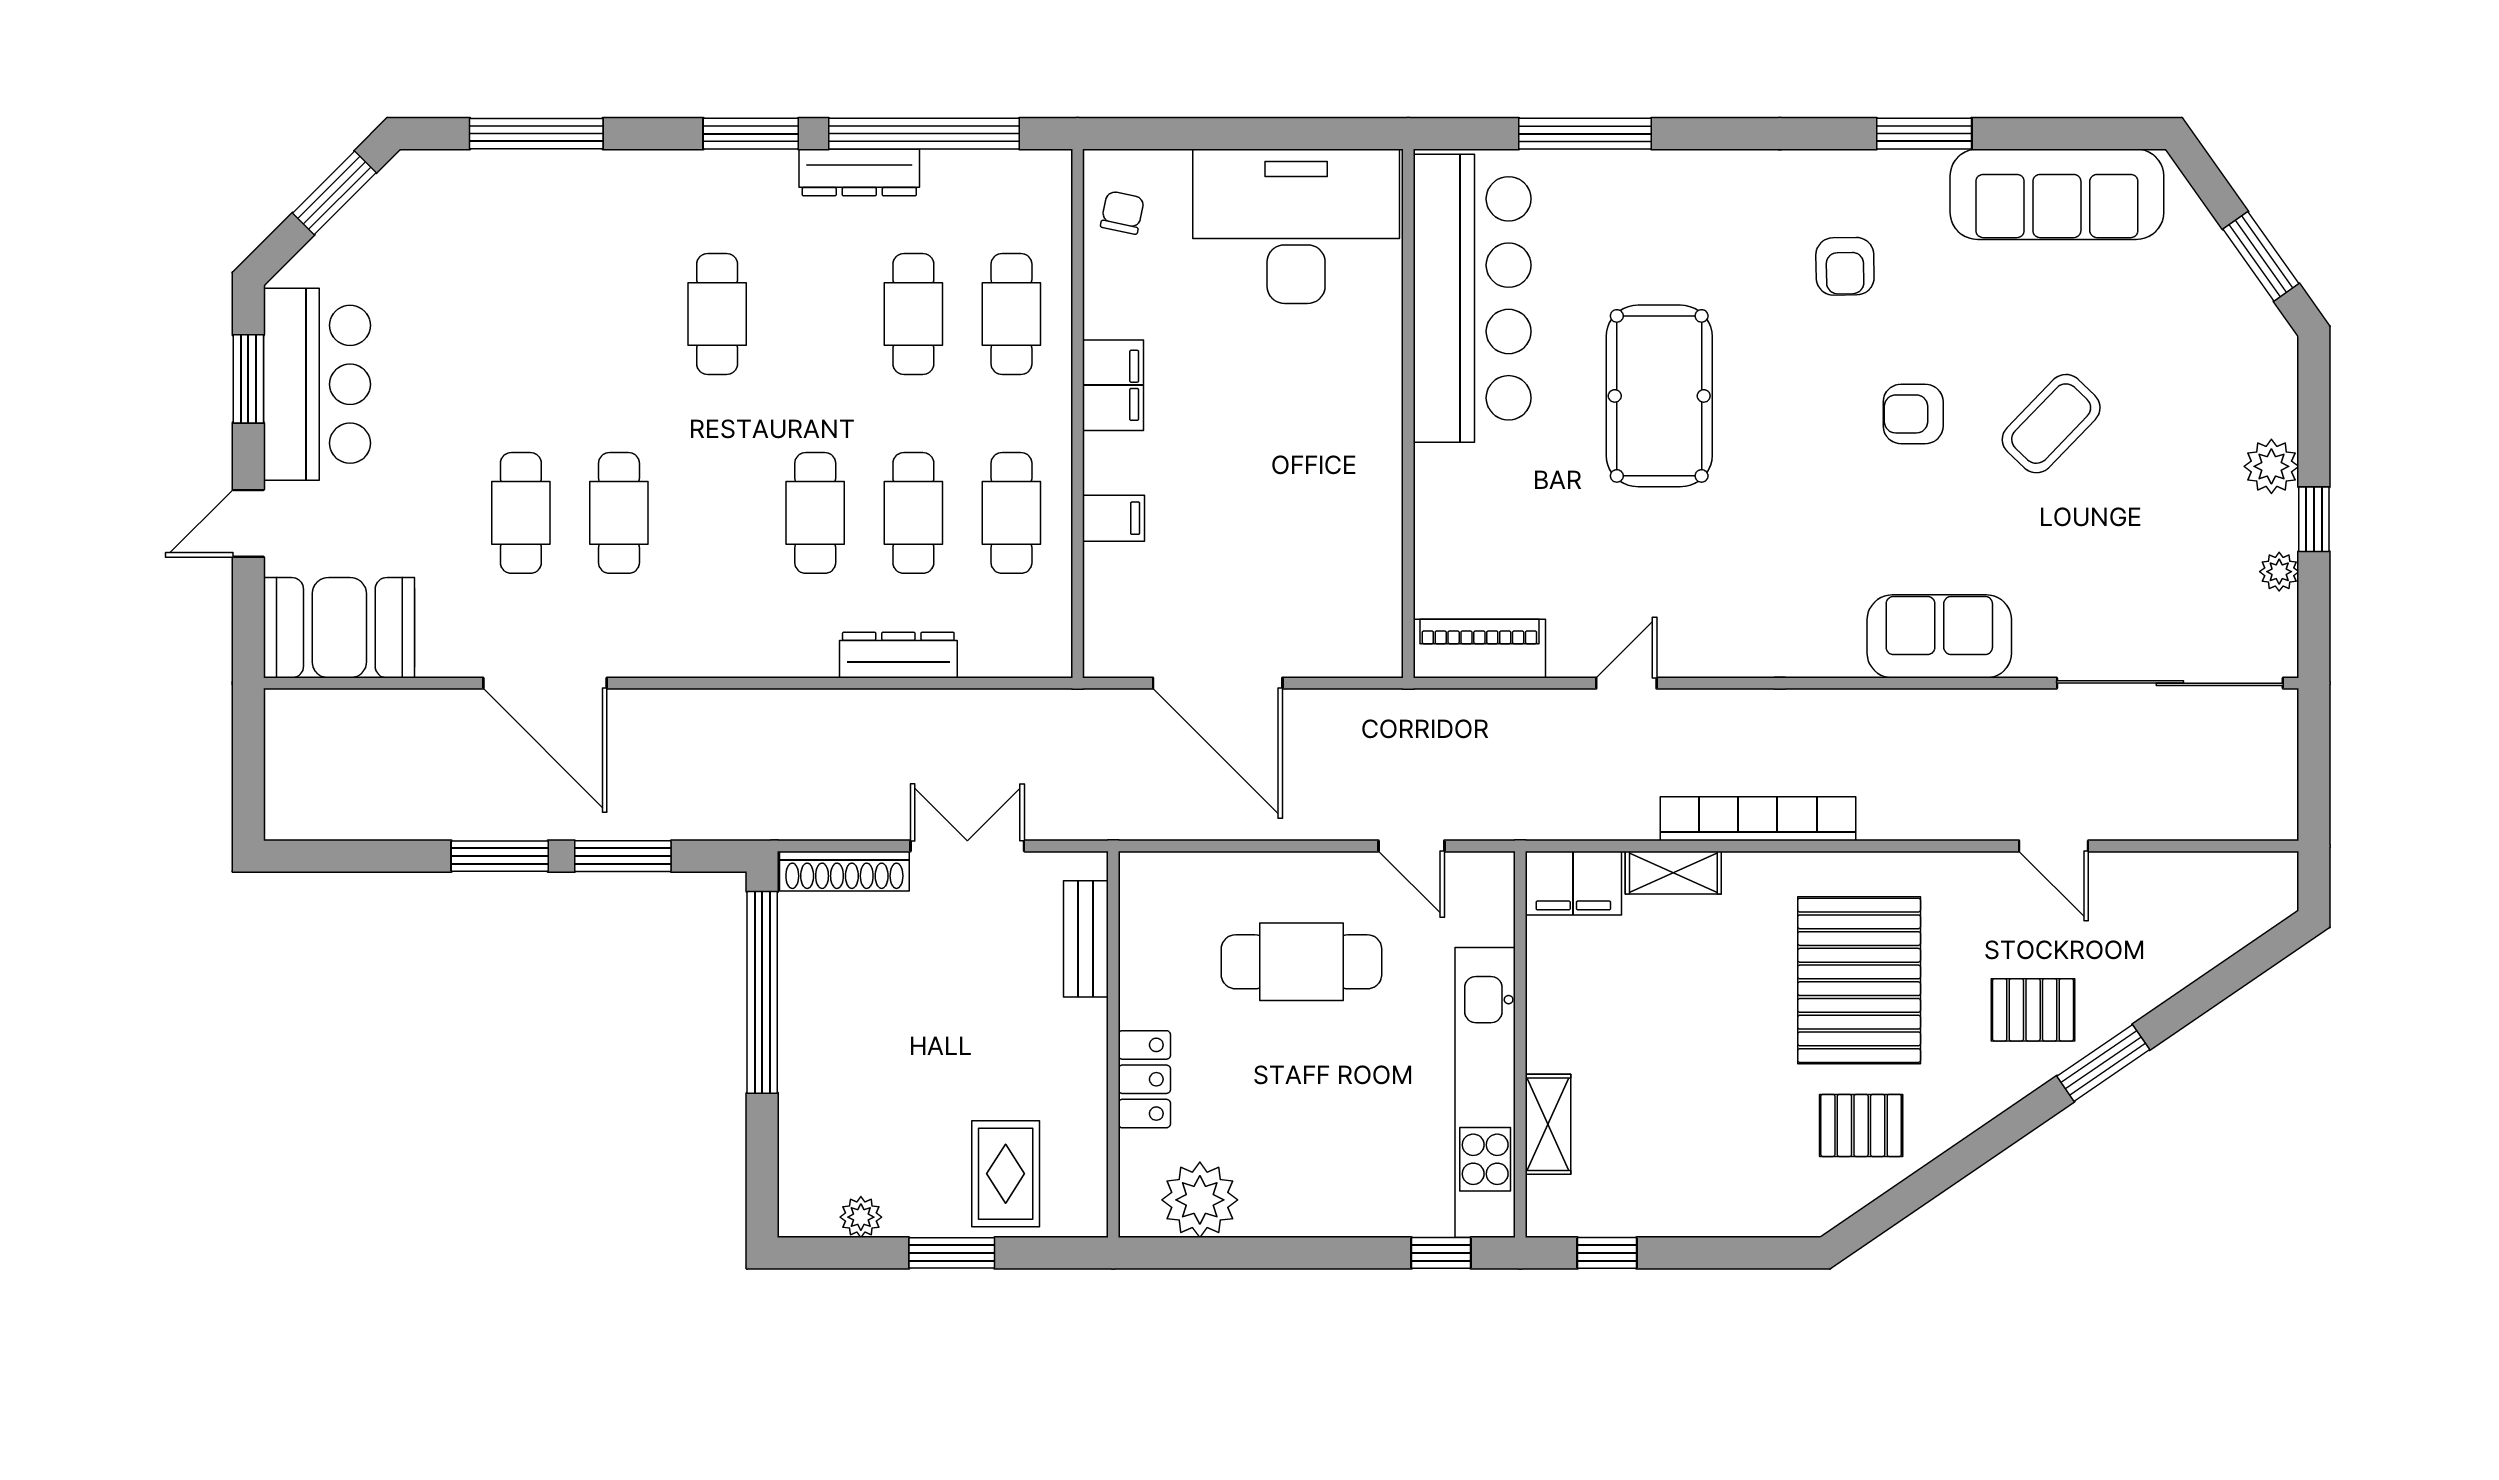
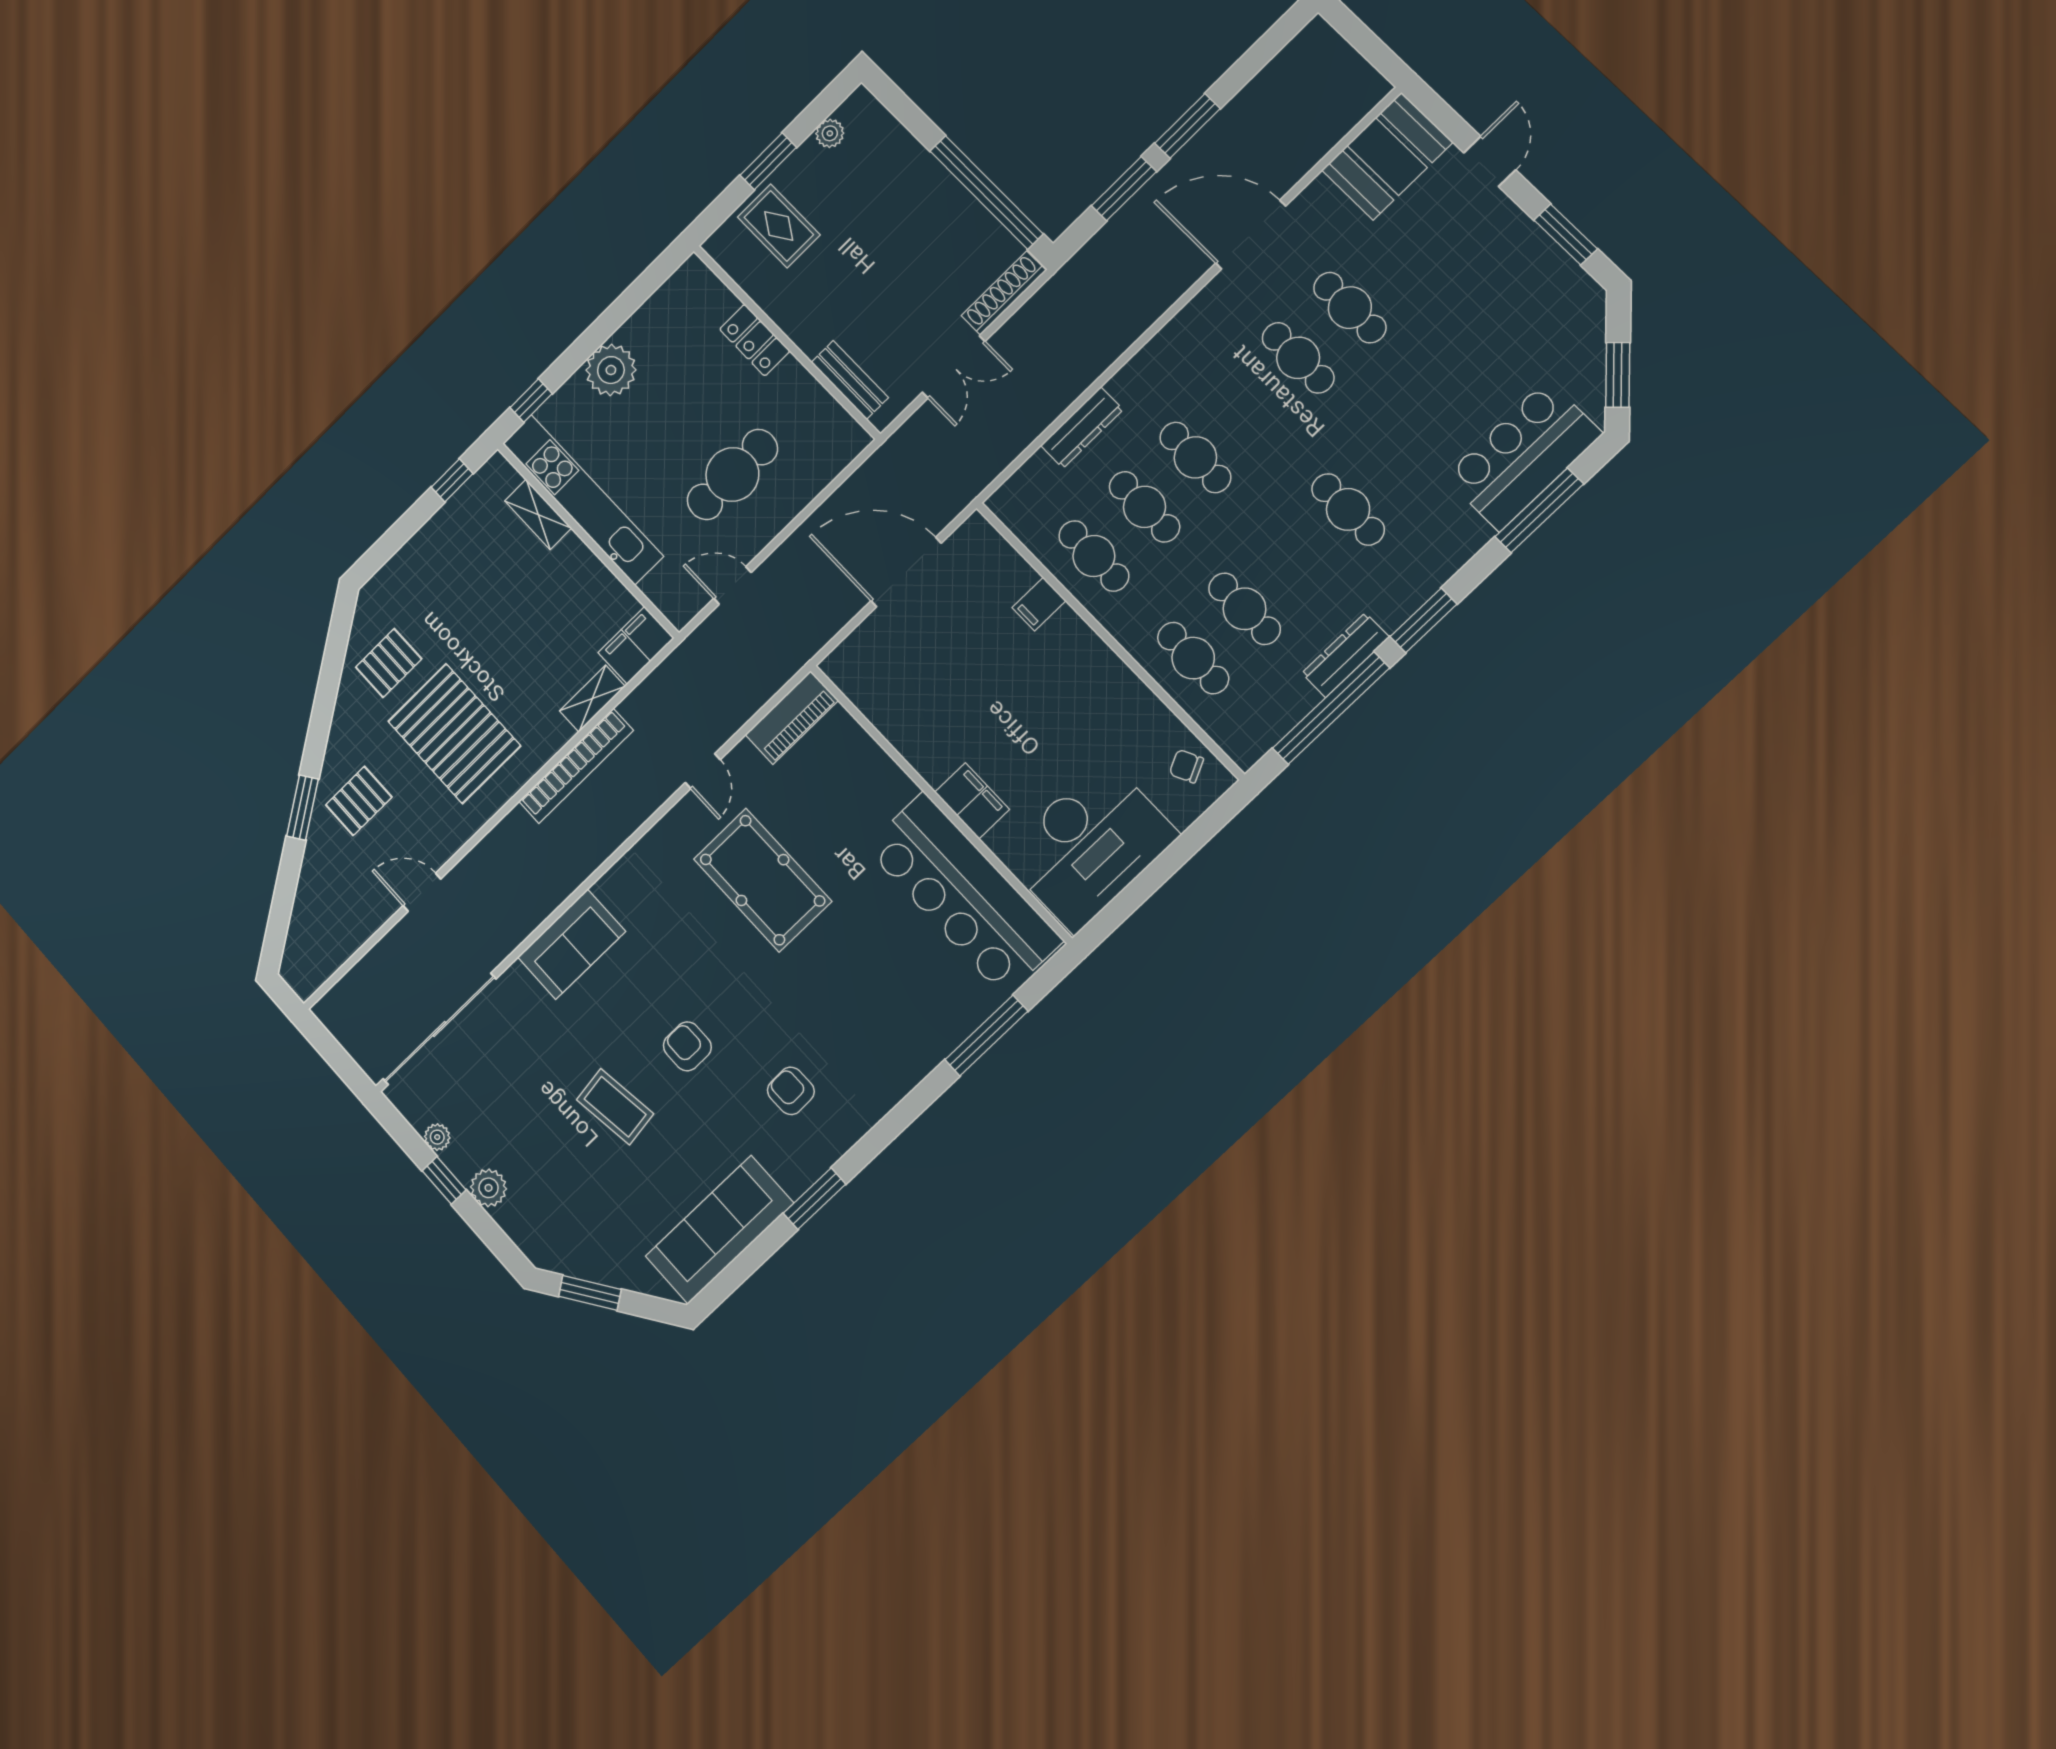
chair: (1122, 213) -> (1186, 766), turned 142
bar counter: (317, 384) -> (1523, 455), moved, turned 90
filing cabinet: (1113, 385) -> (972, 801), moved, turned 180
pool table: (1659, 396) -> (762, 880), moved
armchair: (1913, 414) -> (687, 1046), turned -90
coffee table: (2051, 424) -> (615, 1107), turned -52
plant: (1200, 1200) -> (611, 370), moved

